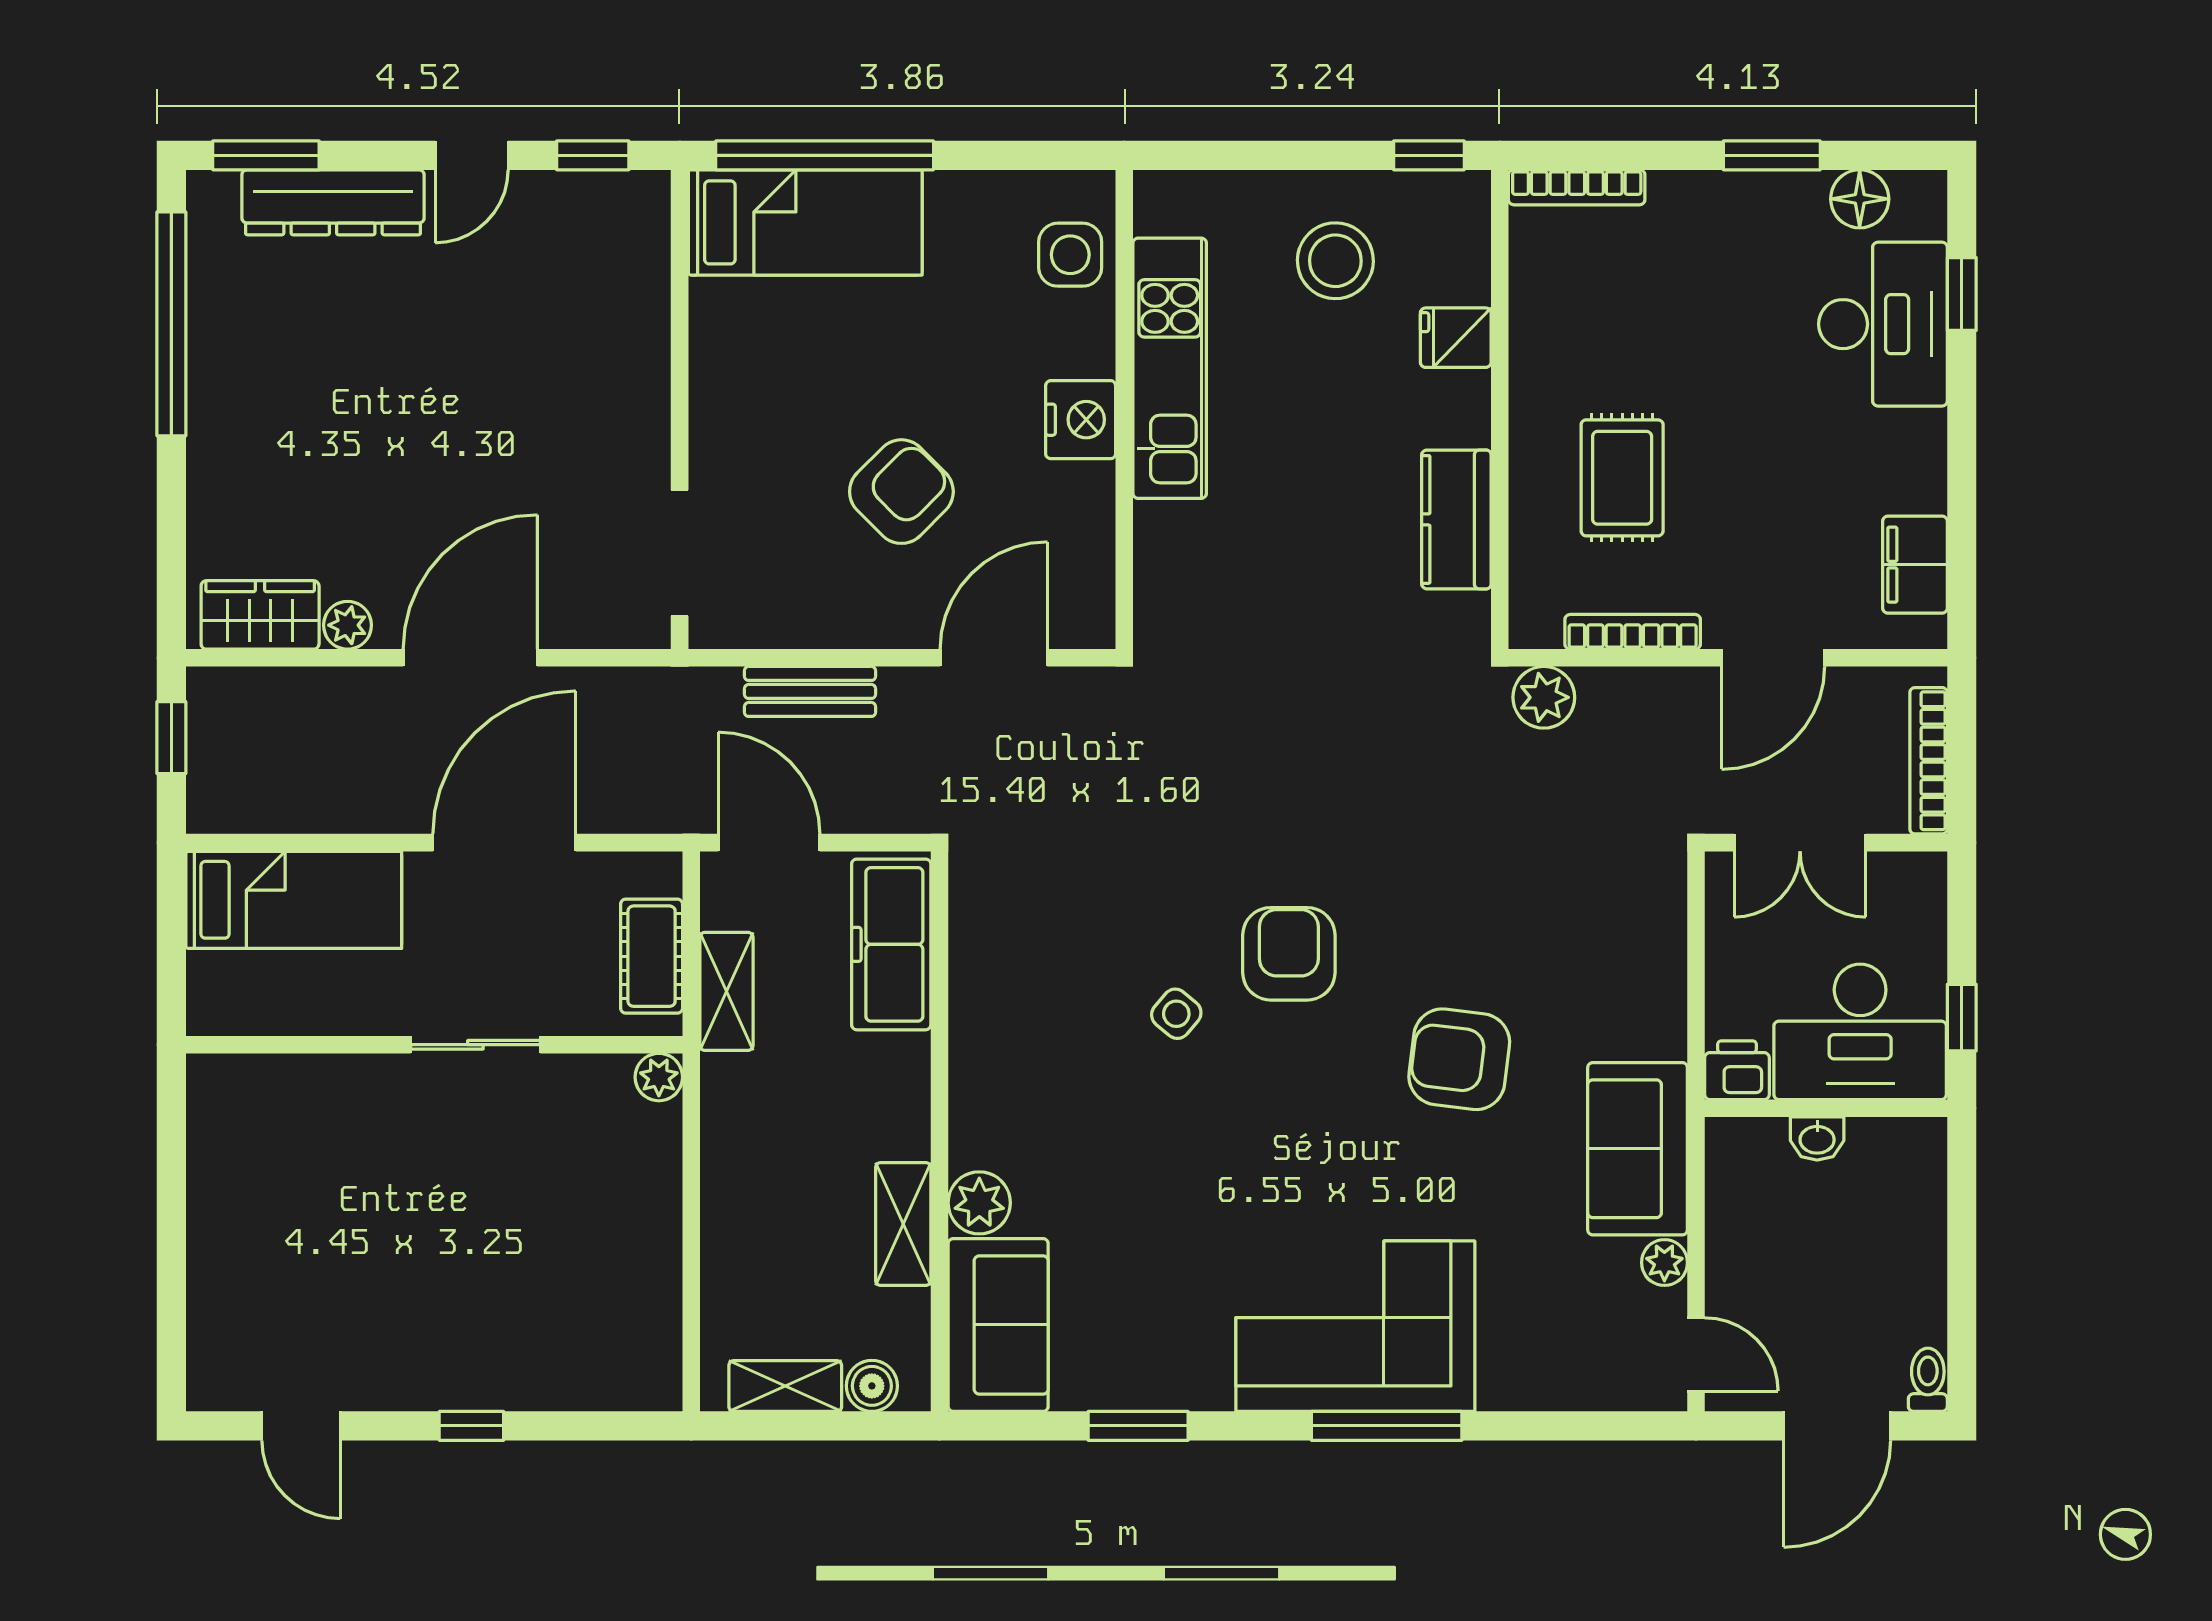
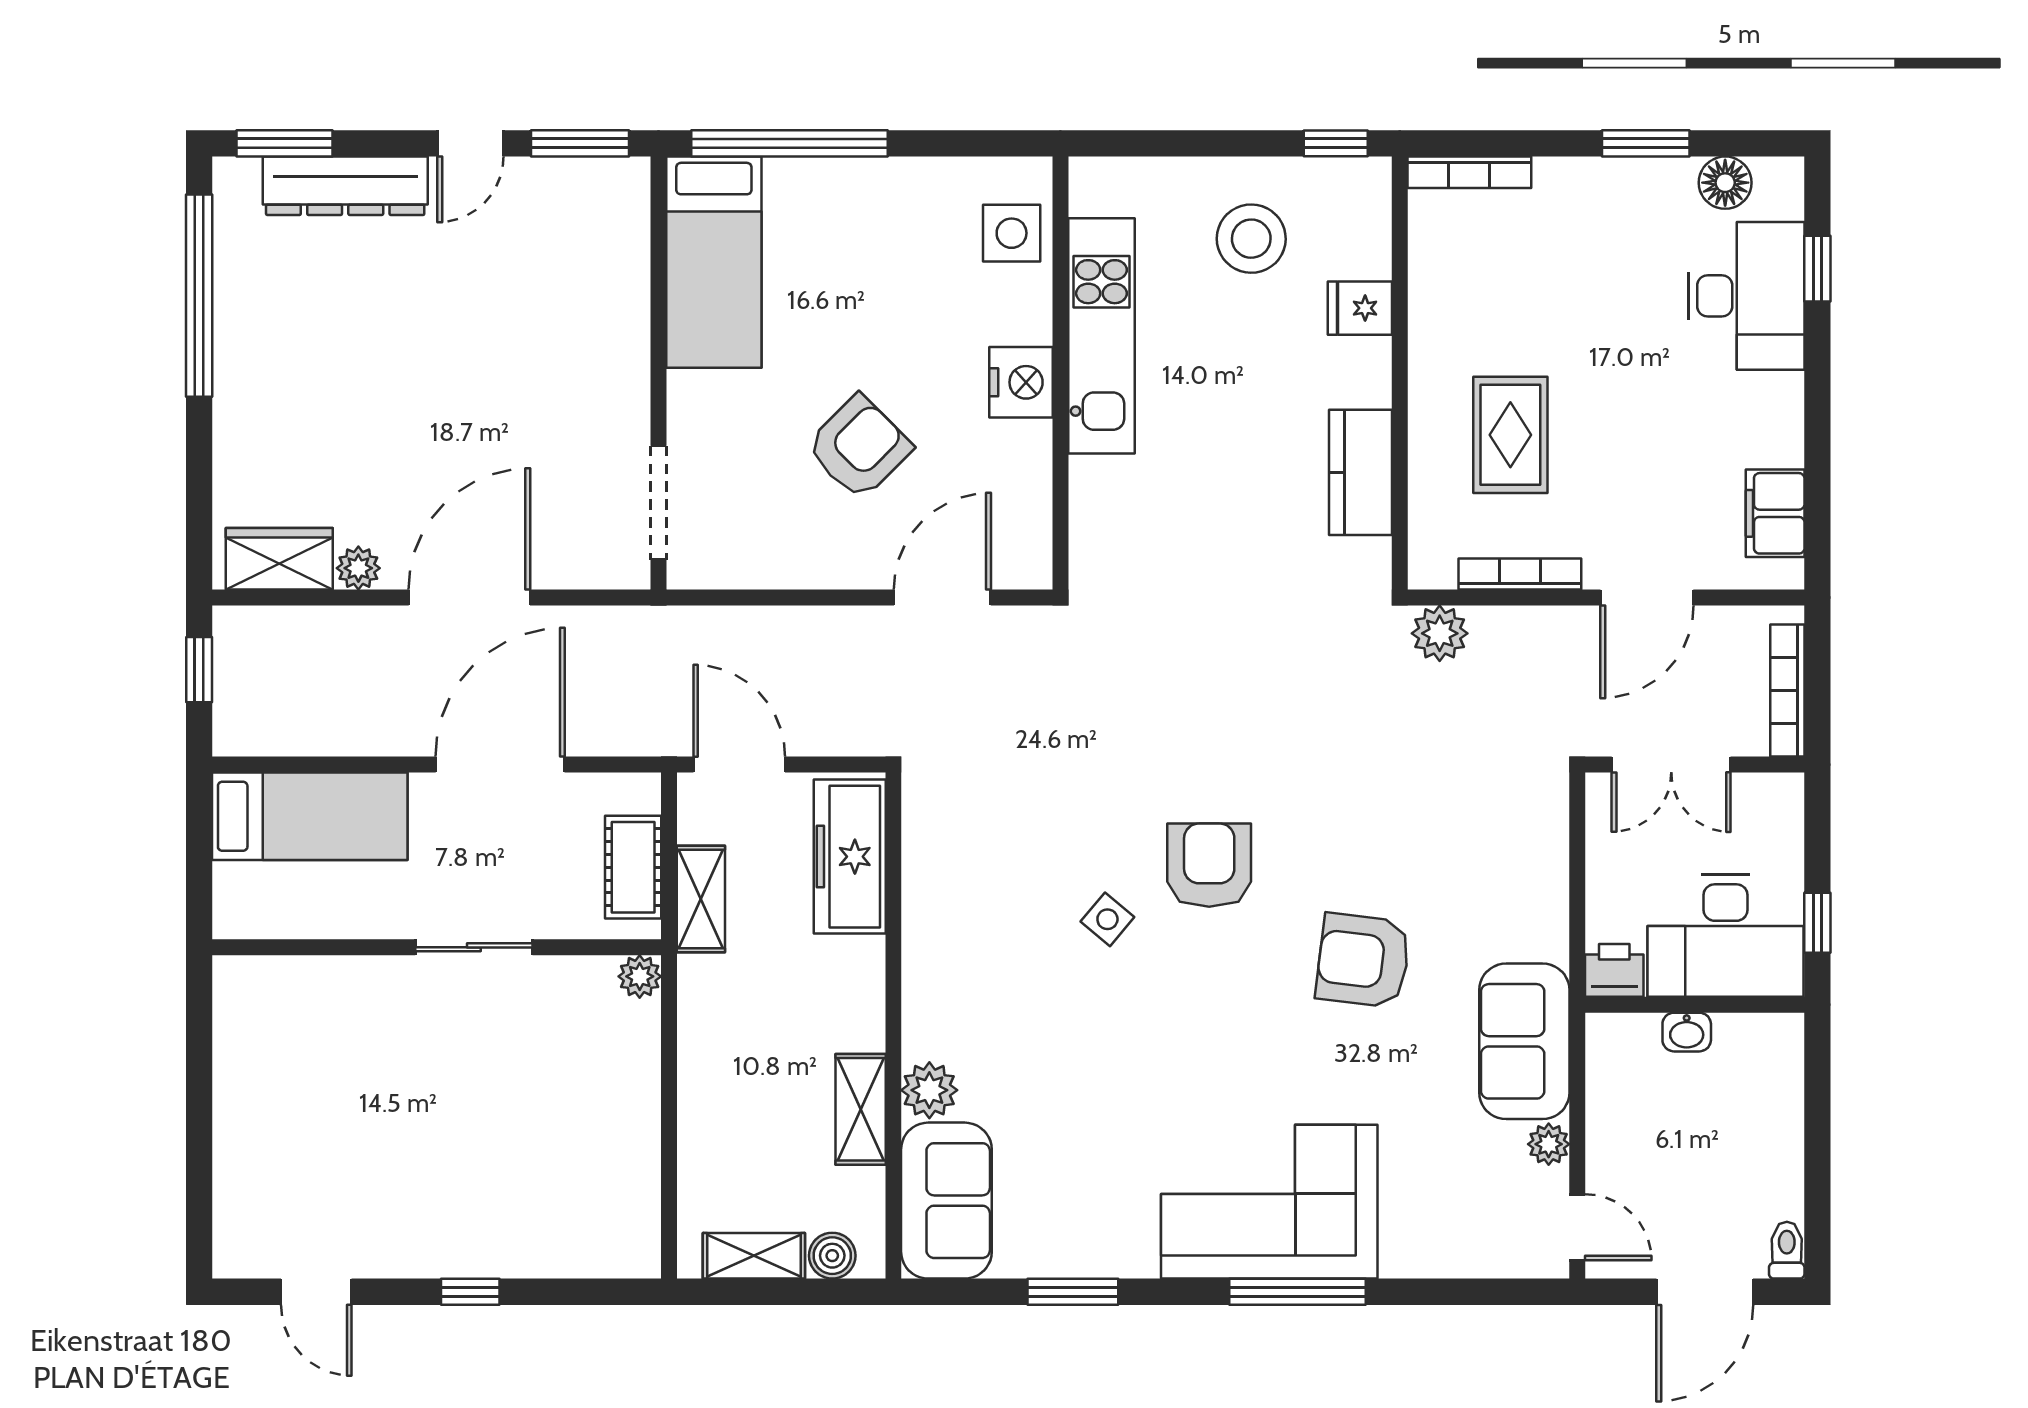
window: (593, 155) -> (580, 143), width x1.50
bed: (805, 222) -> (714, 262), moved, turned 90
bench: (810, 691) -> (776, 628), removed

